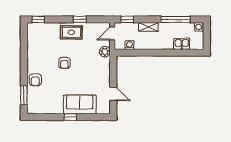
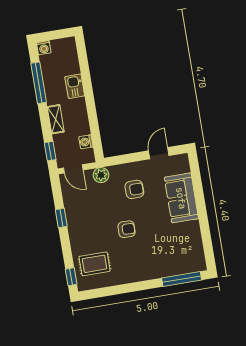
rug: (71, 32) -> (95, 264), moved, turned 90
kitchen sink: (182, 44) -> (75, 86), moved
armchair: (35, 80) -> (134, 189), moved
window: (24, 95) -> (182, 279), width x1.44
window: (70, 117) -> (201, 208), removed

